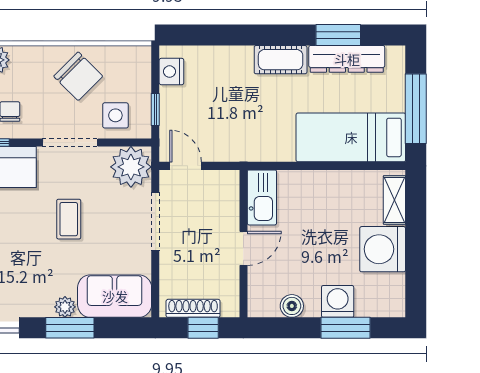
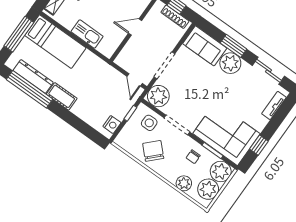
window: (338, 35) -> (30, 89), width x2.11
kitchen sink: (262, 197) -> (87, 34), moved, turned 90
coffee table: (69, 219) -> (201, 93), removed
plant: (65, 307) -> (230, 63), width x1.87, depth x1.87

